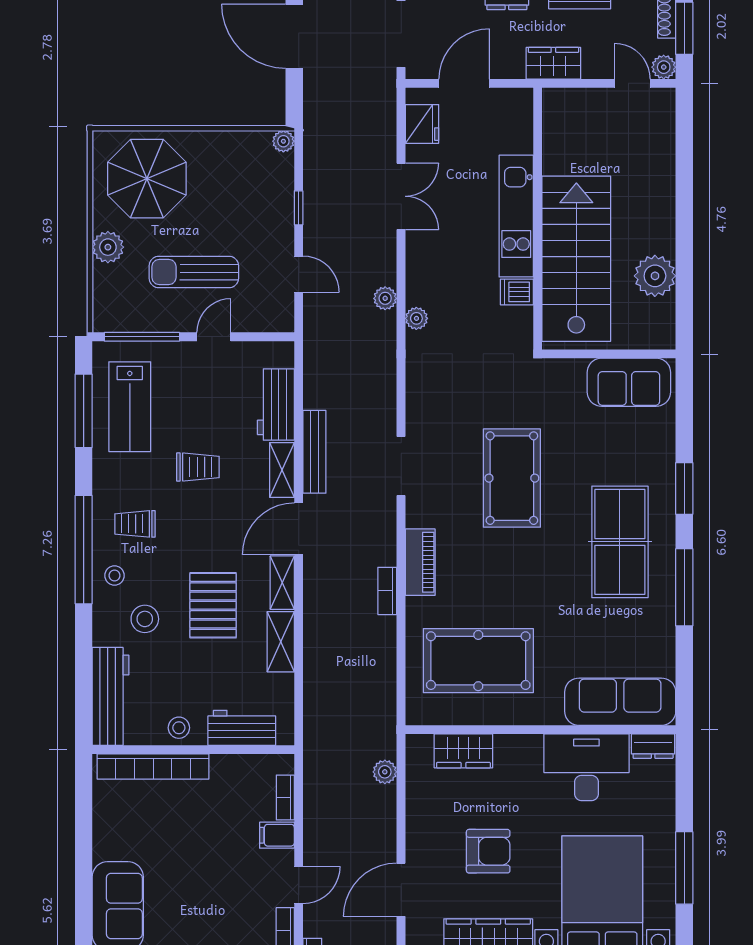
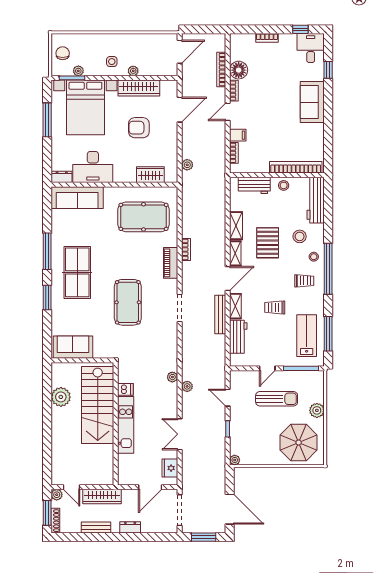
wardrobe: (553, 63) -> (102, 496), width x1.50

